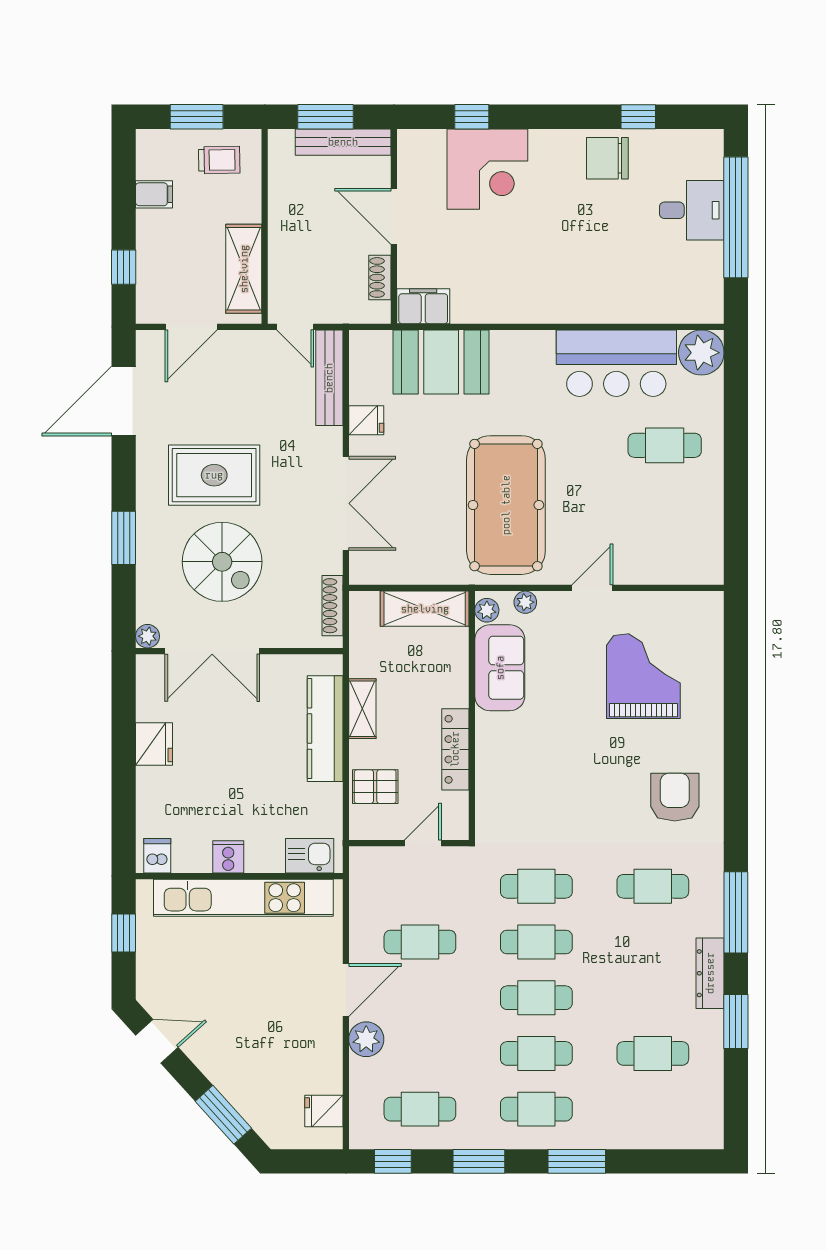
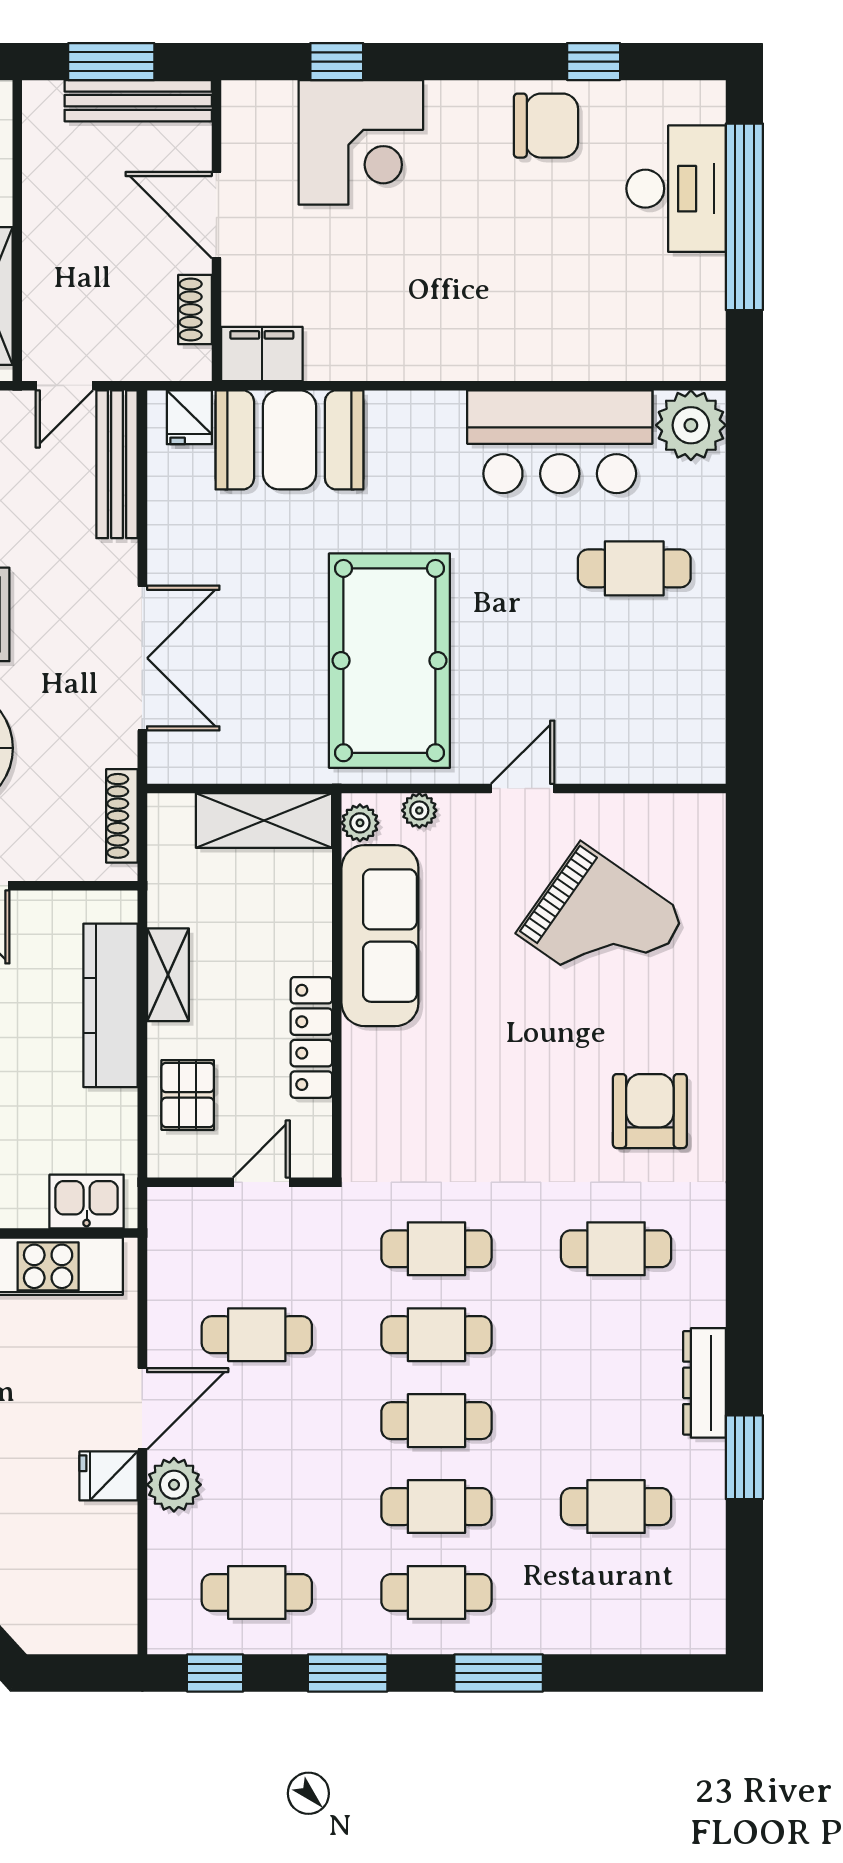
chair: (607, 158) -> (546, 126), turned 180
desk: (692, 210) -> (676, 189), width x1.37
door: (295, 327) -> (64, 386), hinge flipped
fridge: (366, 420) -> (189, 417), moved, turned 90
sofa: (500, 668) -> (380, 936), width x1.36
grand piano: (643, 676) -> (602, 924), turned 125
pallet: (375, 787) -> (188, 1095), turned 90
window: (736, 912) -> (744, 1289), removed
fridge: (324, 1111) -> (109, 1476), moved

